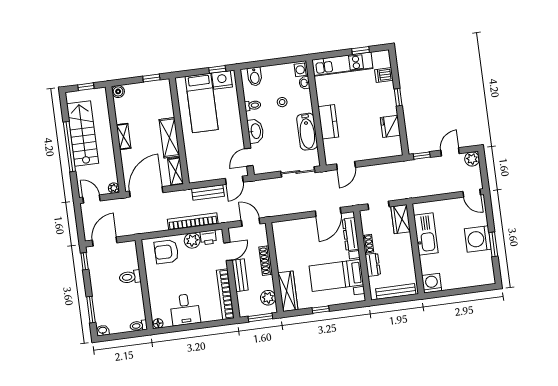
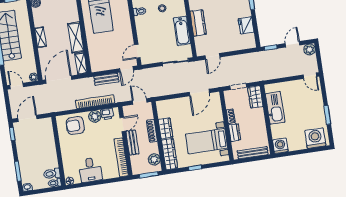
washbasin: (255, 131) -> (142, 31), removed
dresser: (350, 234) -> (217, 109), removed
washing machine: (478, 239) -> (315, 138), moved, turned 90
wardrobe: (283, 258) -> (166, 128), added
toilet: (130, 277) -> (52, 174), moved

